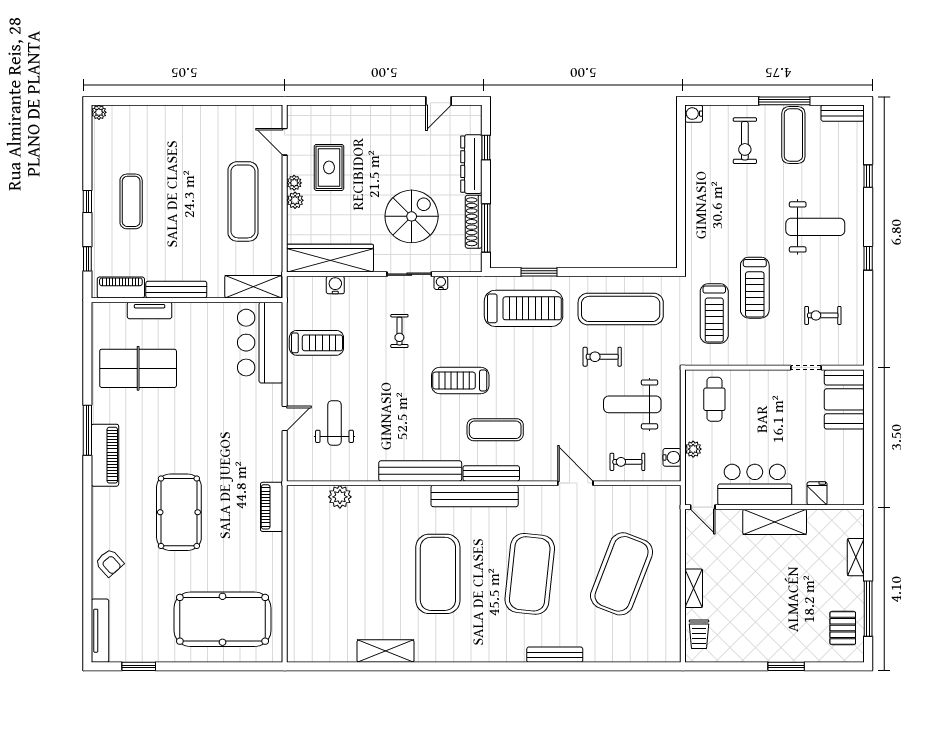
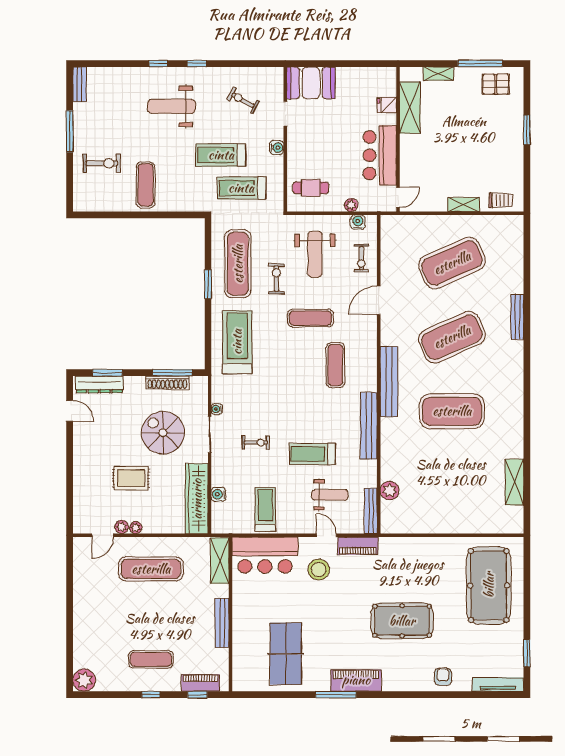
plant: (99, 112) -> (84, 680), width x1.88, depth x1.88
water cooler: (694, 114) -> (277, 148), moved, turned -90
exercise mat: (793, 135) -> (146, 185), moved, turned 90
window: (486, 148) -> (107, 373), width x1.50
dresser: (471, 164) -> (99, 384), moved
rug: (329, 167) -> (131, 478), moved
window: (868, 176) -> (158, 64), moved
plant: (295, 200) -> (122, 527), moved
weight bench: (815, 227) -> (171, 106), turned -90
window: (539, 272) -> (208, 284), moved
piano: (121, 287) -> (200, 683), moved, turned 90
treadmill: (755, 288) -> (221, 155), turned 180
tv unit: (150, 310) -> (239, 644), removed
treadmill: (714, 313) -> (241, 188), turned 180
exercise bike: (823, 315) -> (243, 100), turned 119
exercise bike: (602, 357) -> (276, 279), turned 180
treadmill: (460, 381) -> (312, 454), moved, turned 90
exercise mat: (553, 399) -> (310, 318), added
stool: (242, 409) -> (319, 570), added
weight bench: (334, 423) -> (330, 495), turned 180
bench: (491, 473) -> (371, 511), moved
piano: (272, 507) -> (358, 546), moved
shelving: (775, 522) -> (410, 108), moved
armchair: (110, 563) -> (443, 677), turned -48
exercise mat: (530, 574) -> (452, 337), turned -30
exercise mat: (622, 574) -> (452, 263), turned -45
shelving: (386, 651) -> (514, 482), moved

